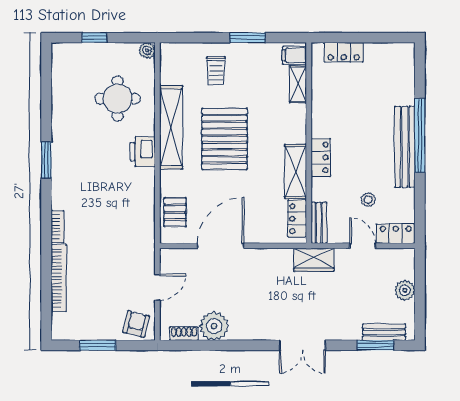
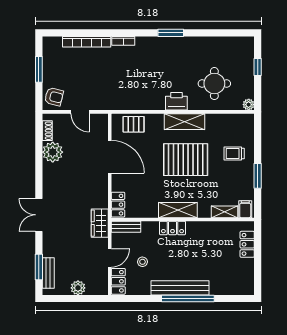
shelving: (171, 127) -> (184, 122), width x0.68
shelving: (296, 171) -> (178, 210), moved
locker: (297, 219) -> (118, 205), moved, turned 90

